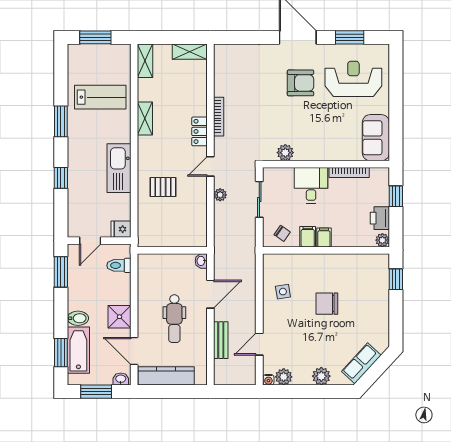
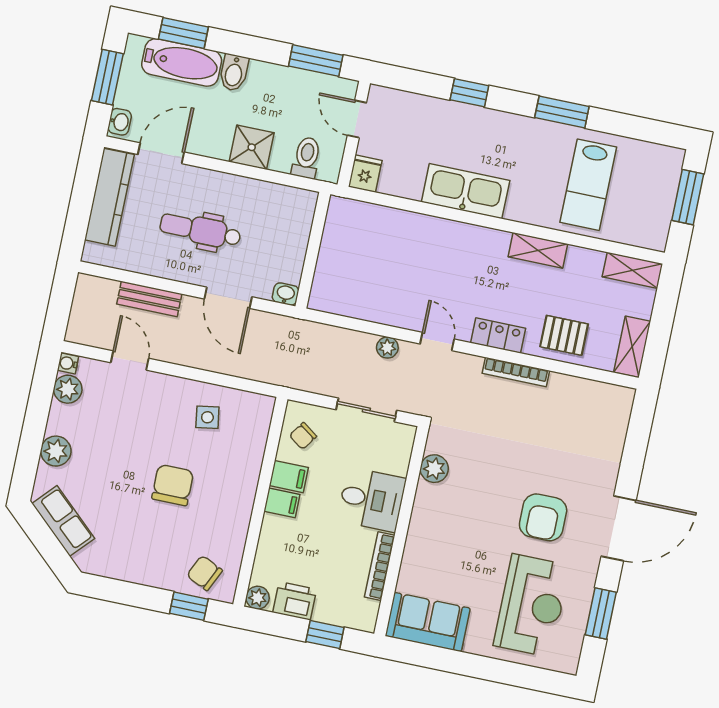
pallet: (163, 187) -> (564, 335), moved, turned 90
chair: (374, 274) -> (205, 573), added
shower: (120, 317) -> (252, 147), moved

